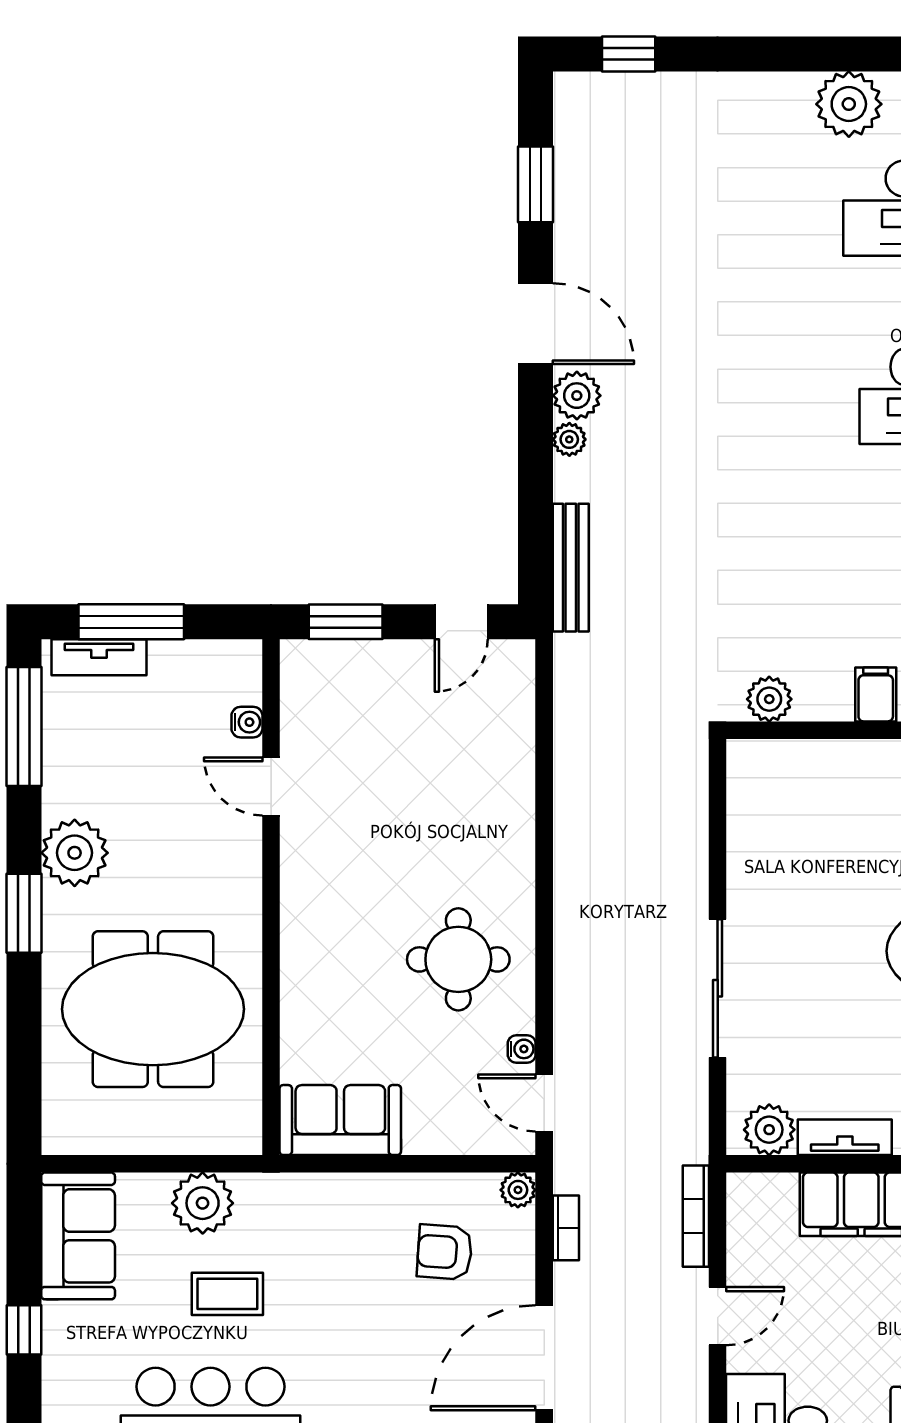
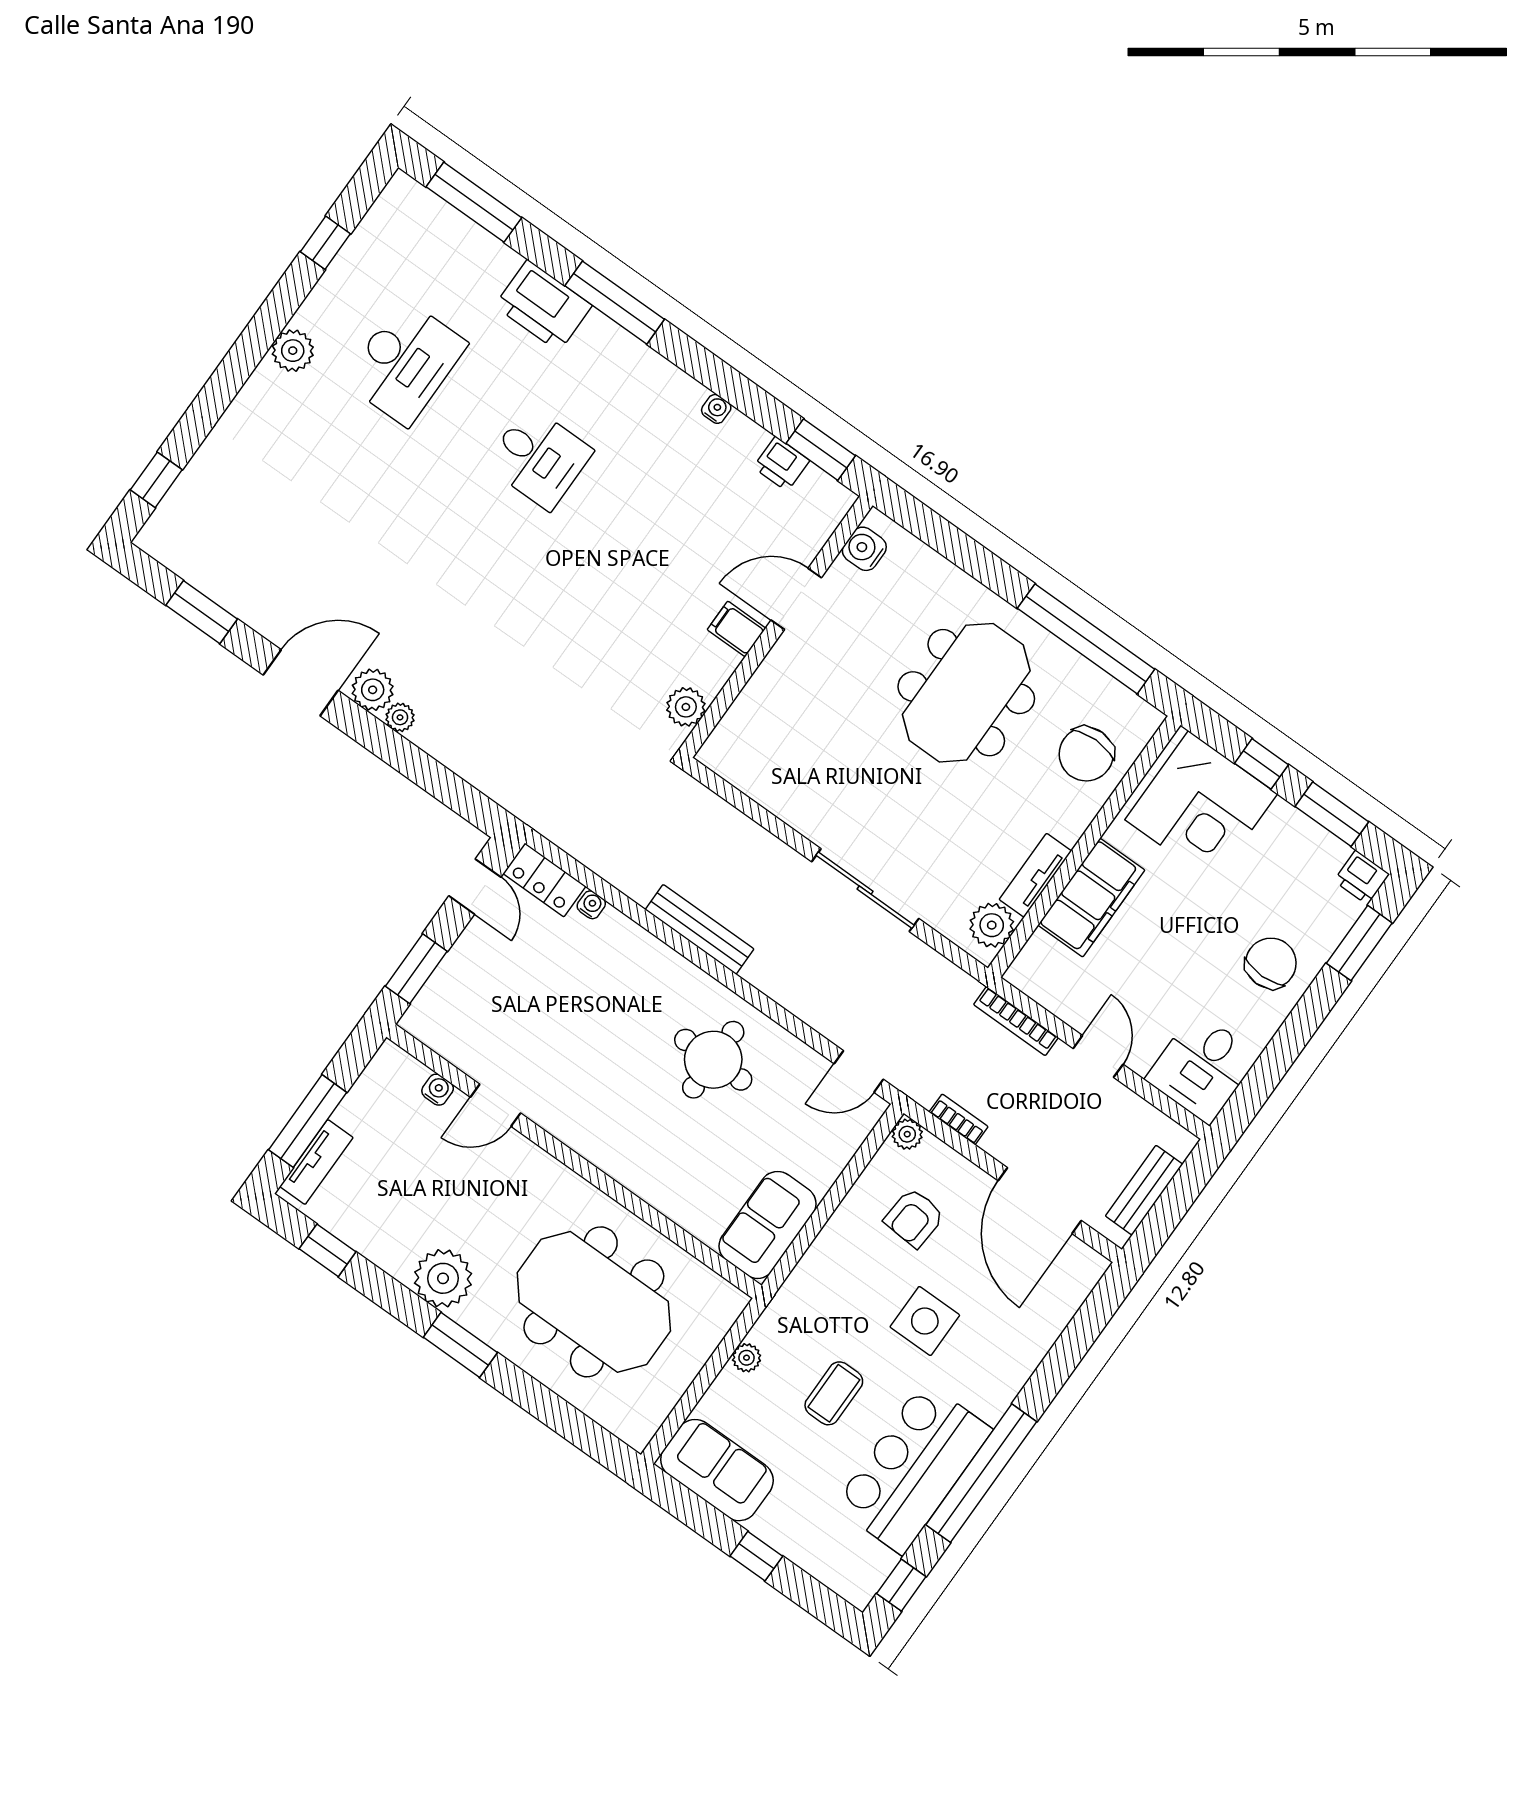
plant: (849, 104) -> (293, 351), width x0.73, depth x0.73
bench: (571, 568) -> (699, 929), moved
locker: (514, 682) -> (544, 880), added
window: (24, 726) -> (328, 1250), width x0.46
meeting table: (153, 1009) -> (594, 1302), turned 90
water cooler: (522, 1049) -> (591, 905), moved
plant: (203, 1203) -> (747, 1358), width x0.53, depth x0.53
side table: (355, 1331) -> (925, 1321), added

